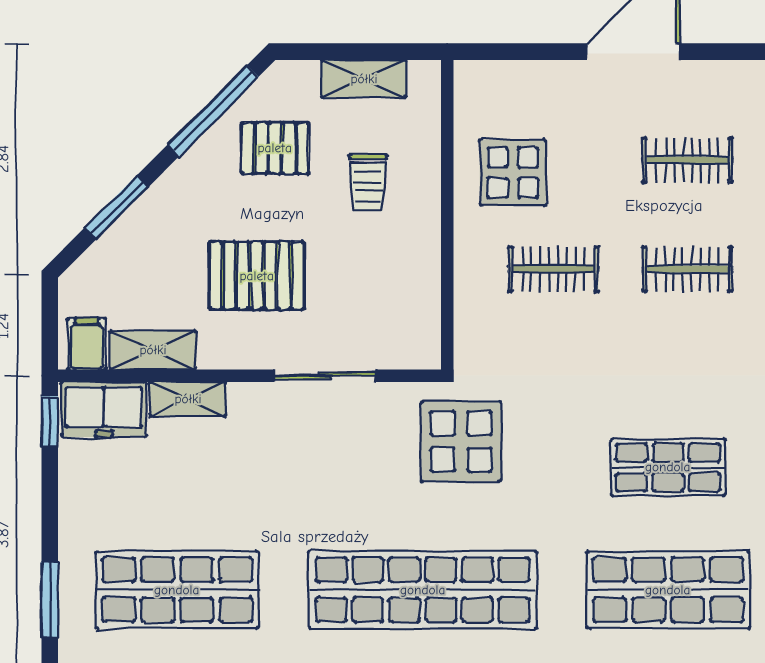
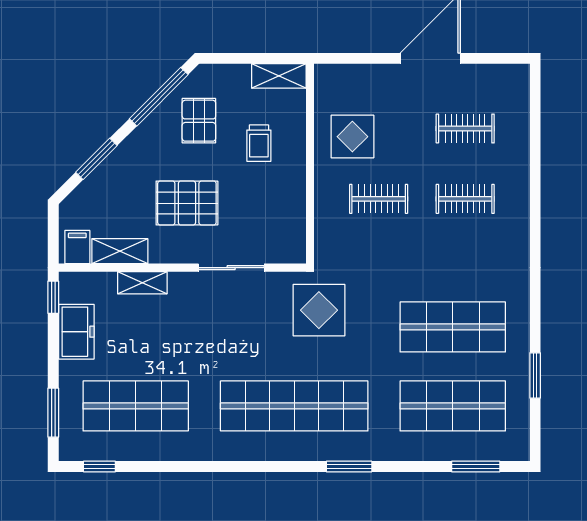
shelving: (364, 79) -> (279, 76), moved
pallet: (275, 148) -> (199, 121), turned 90
freezer: (104, 409) -> (76, 332), moved, turned -90
shop shelf: (668, 467) -> (453, 327), width x1.43, depth x1.36

